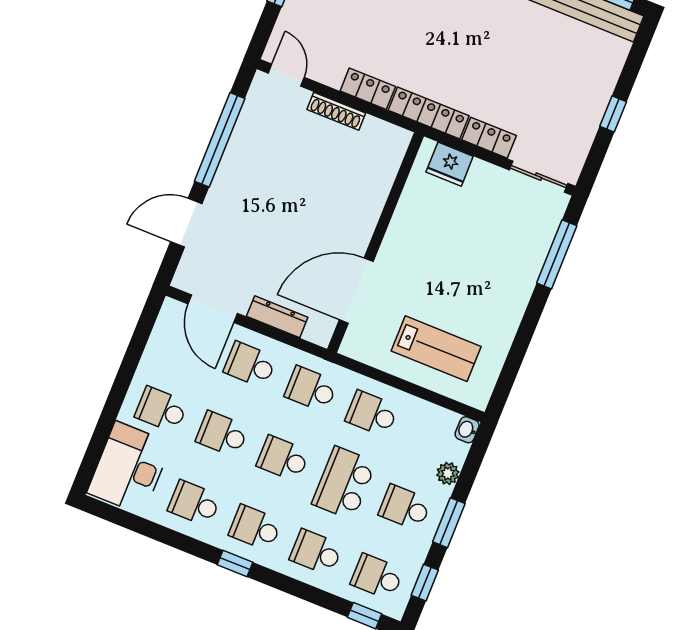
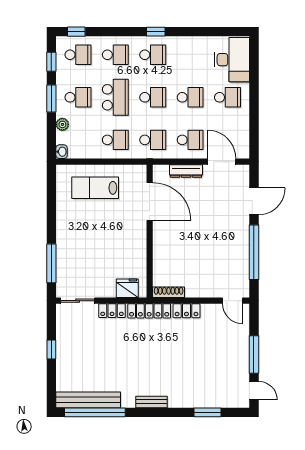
shoe rack: (336, 111) -> (169, 292), moved
door: (356, 291) -> (150, 202), hinge flipped
school desk: (194, 503) -> (190, 55), removed

